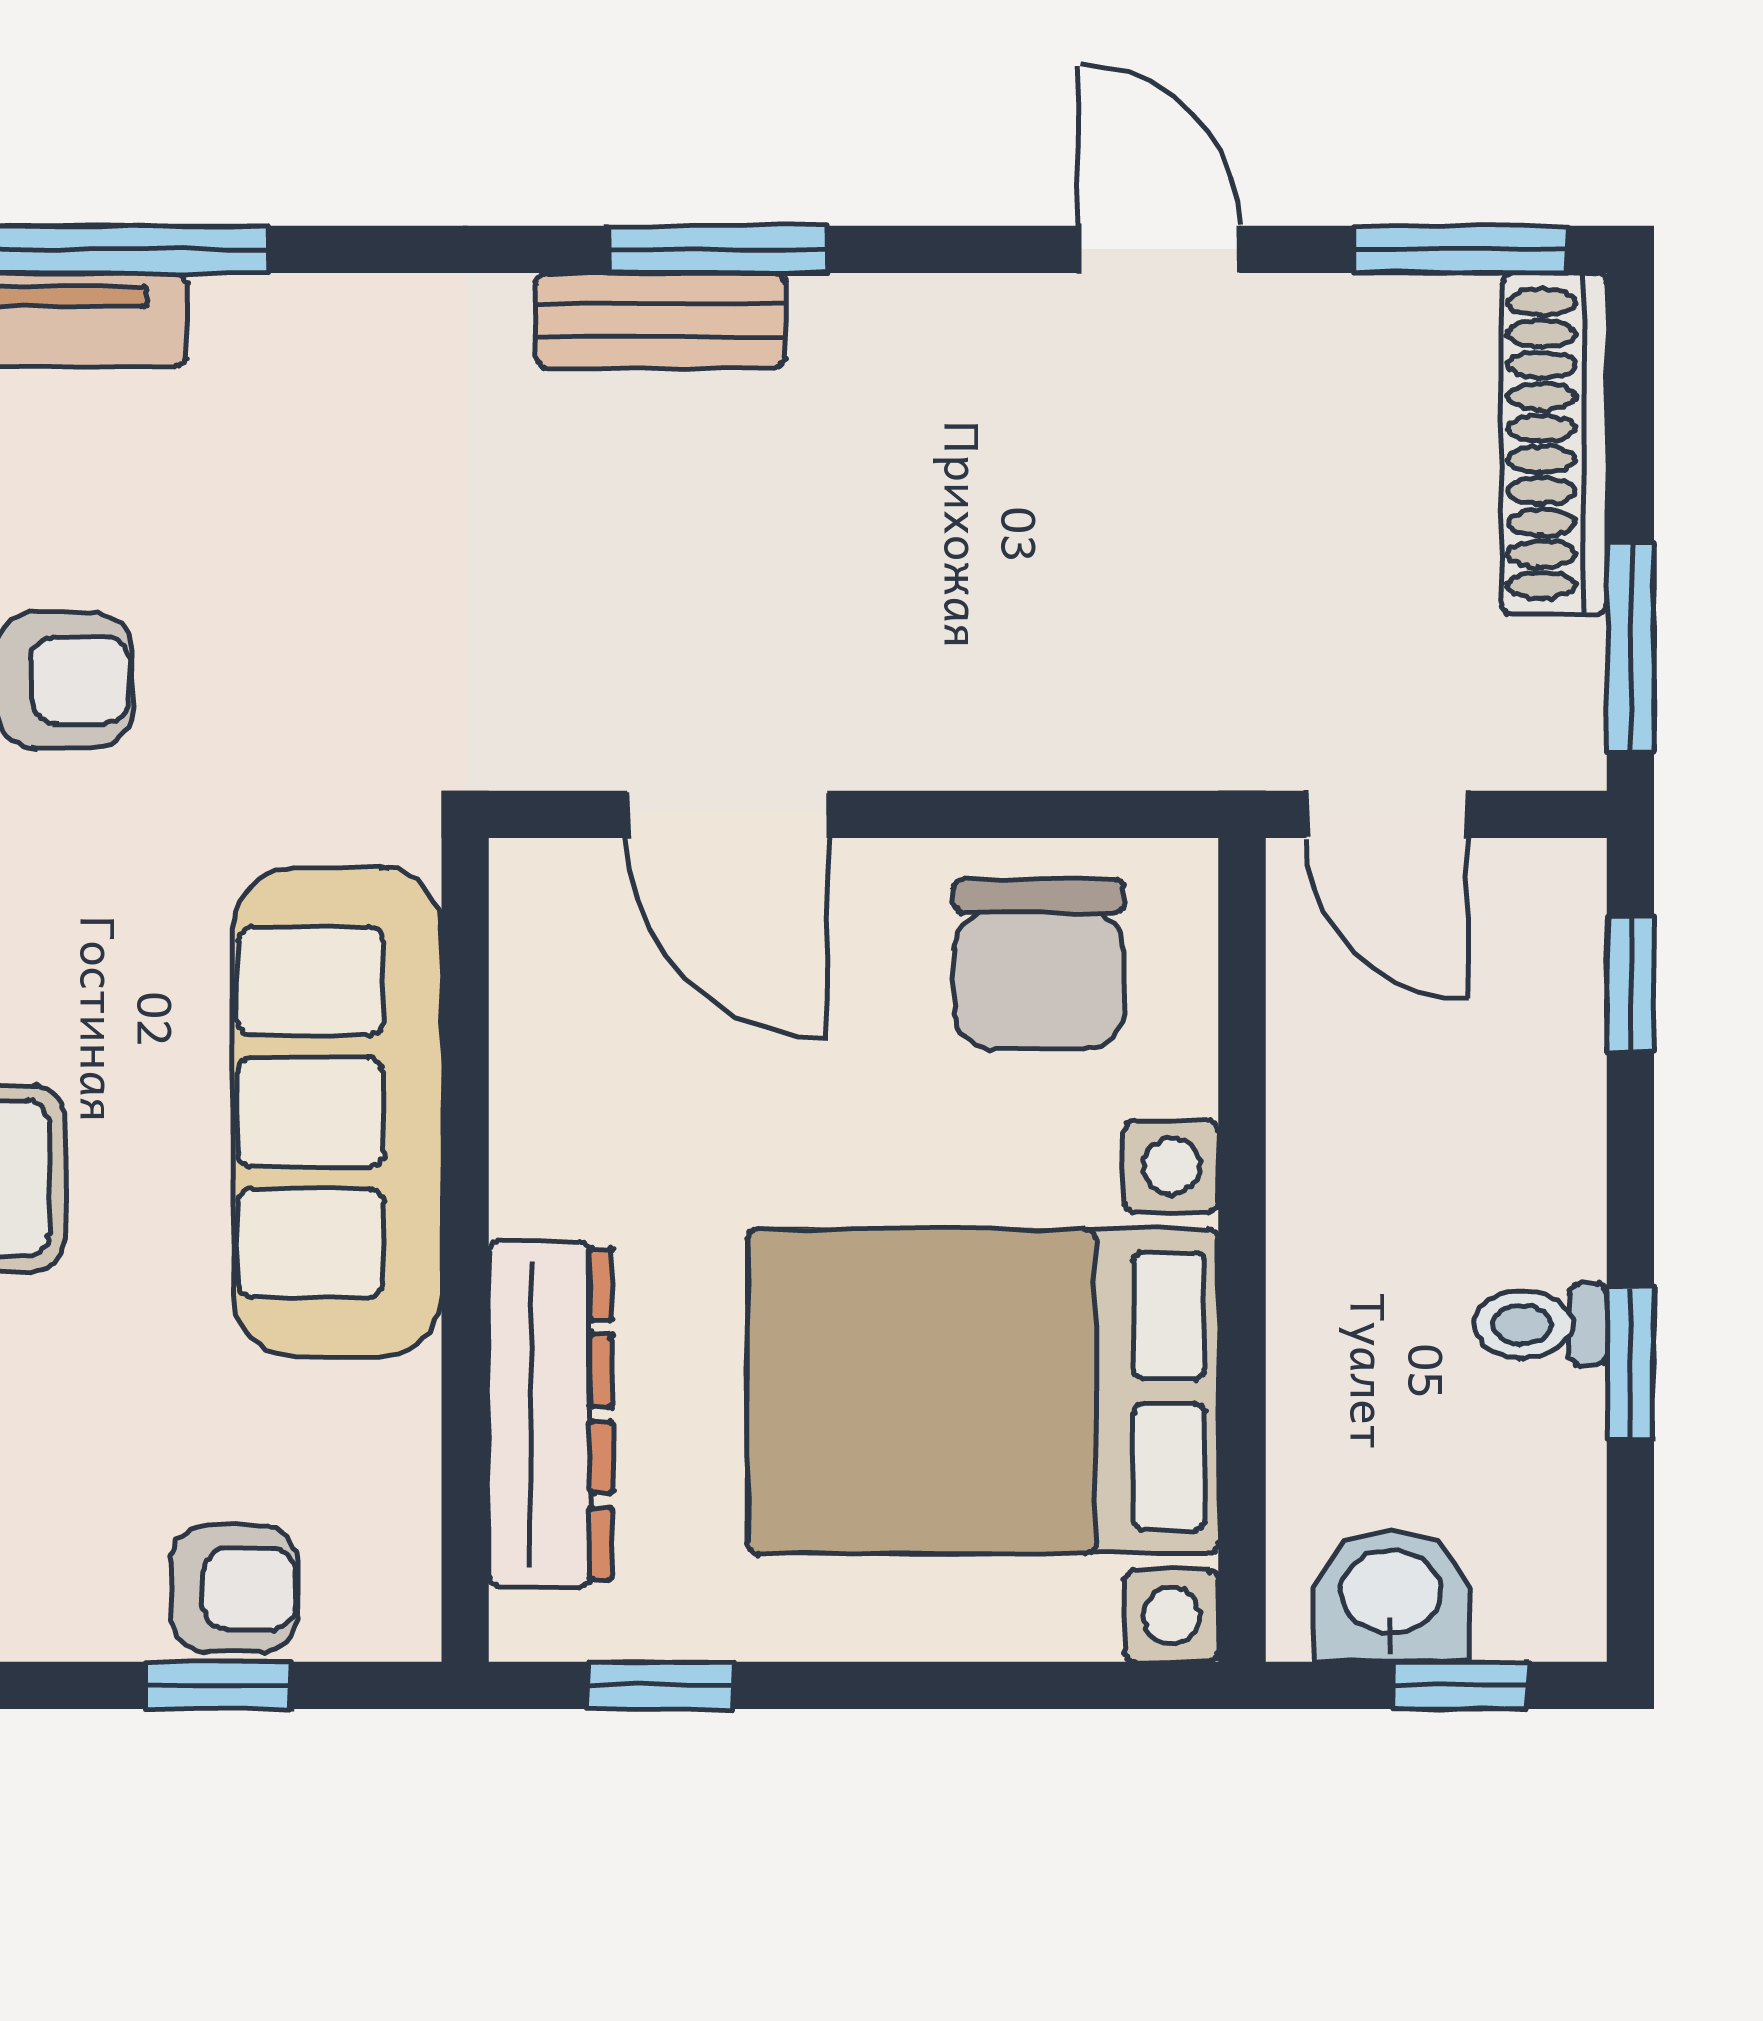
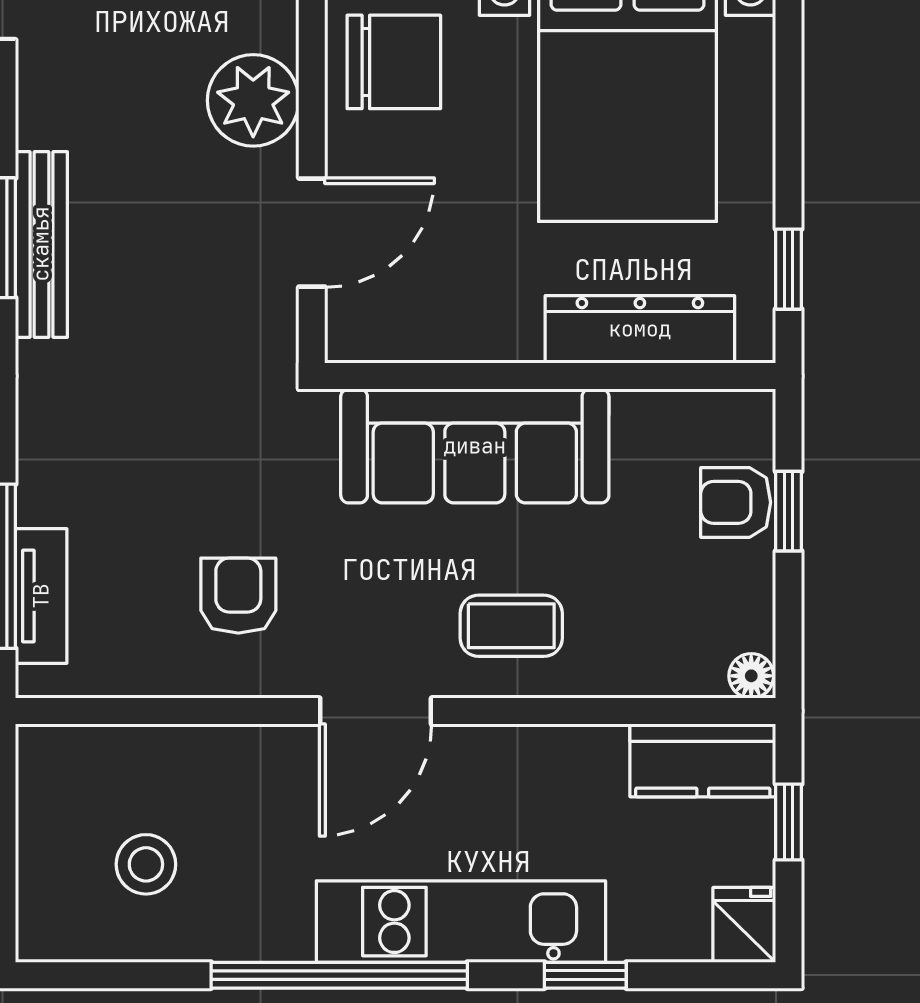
bench: (660, 320) -> (41, 244), width x1.36
plant: (969, 707) -> (253, 100), added
armchair: (234, 1589) -> (736, 502), turned -90

